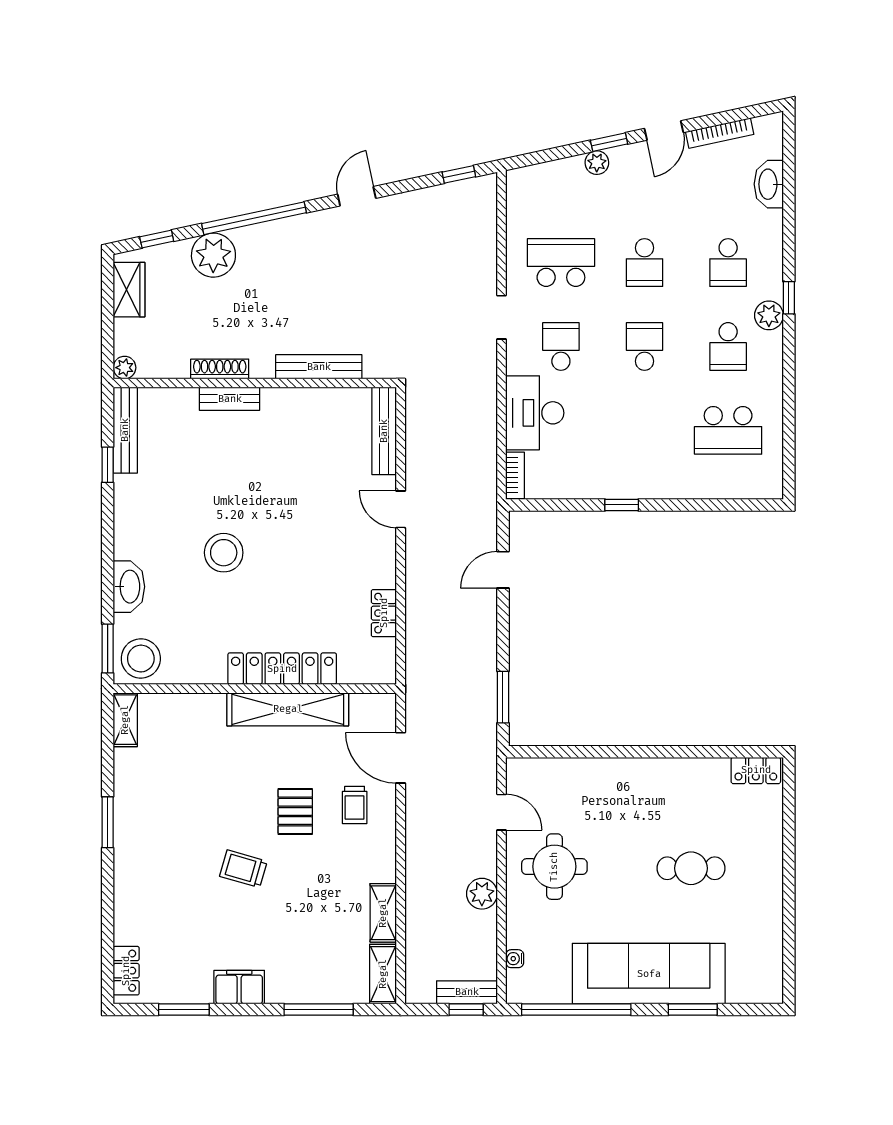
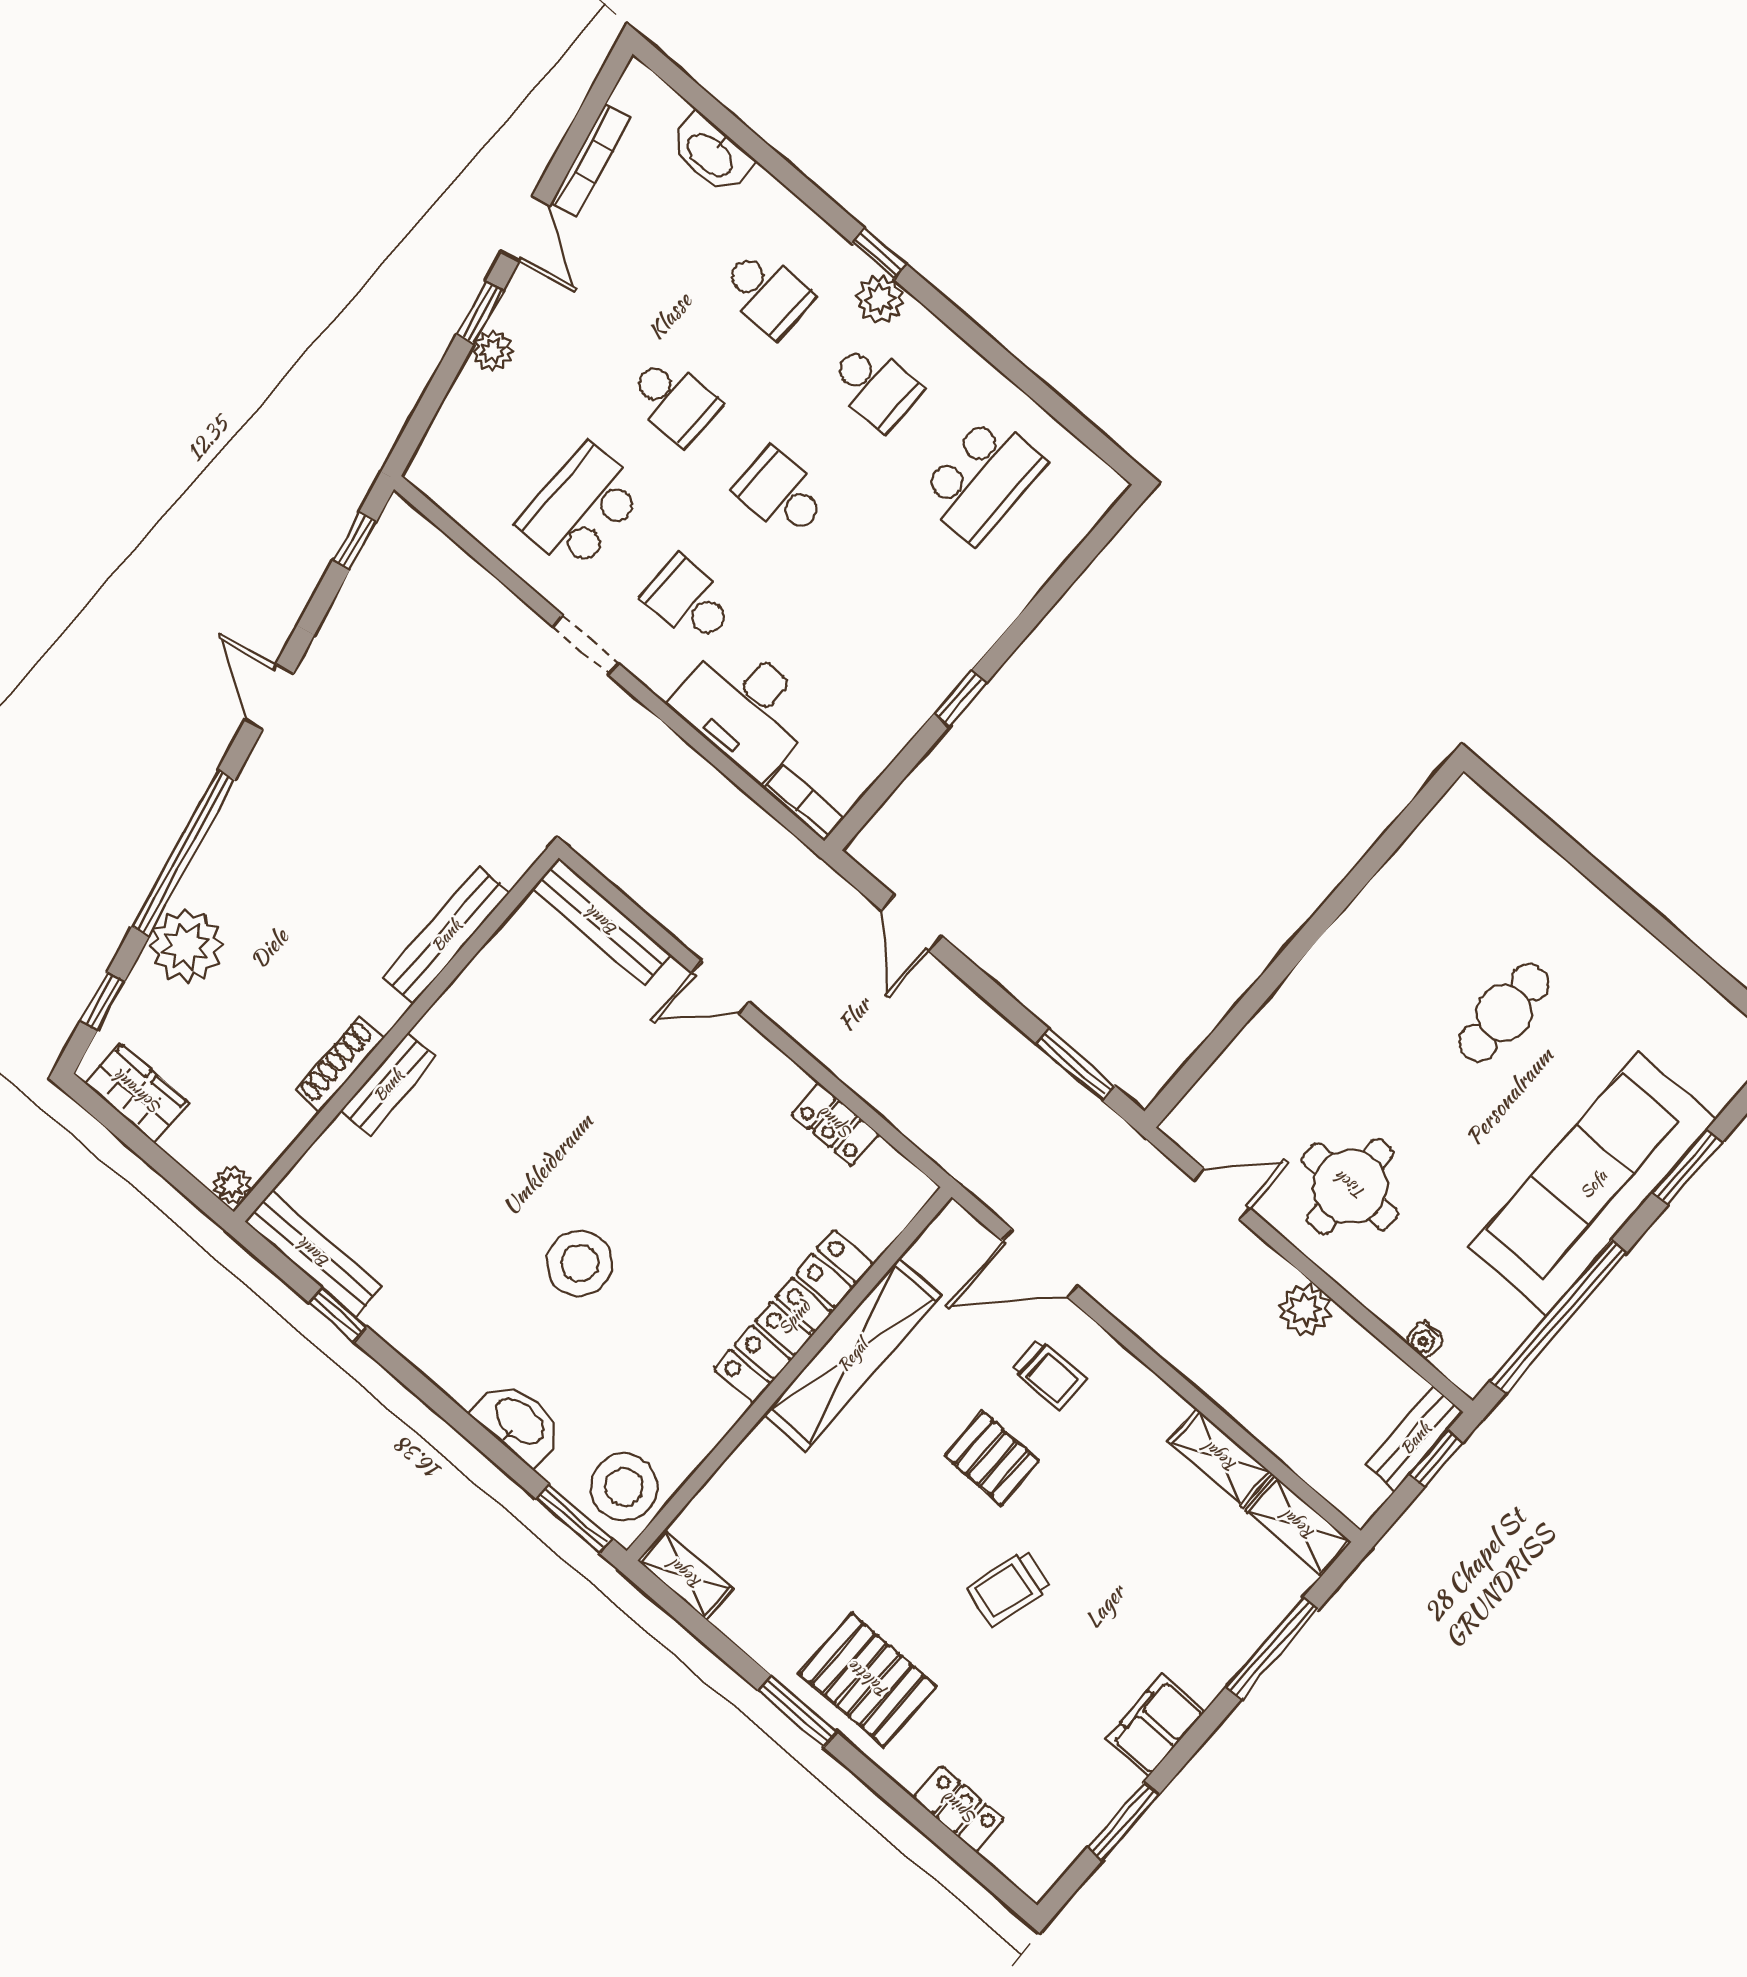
locker: (756, 770) -> (1450, 821), removed
pallet: (149, 841) -> (868, 1680), added
locker: (126, 971) -> (959, 1809), moved

